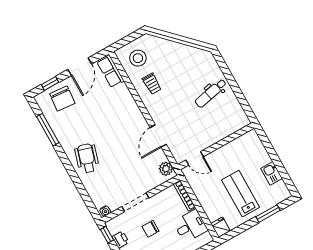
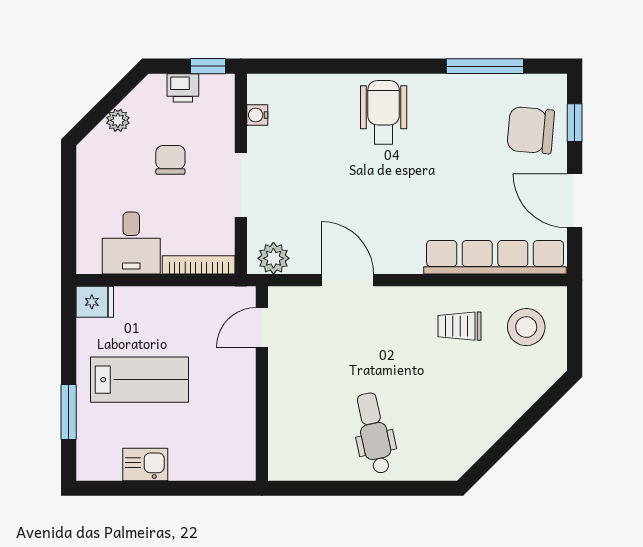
row of seats: (110, 71) -> (495, 257), width x2.02
wheelchair: (87, 158) -> (384, 112), turned -107
doorway: (135, 202) -> (241, 185), moved
water cooler: (105, 211) -> (257, 115), moved

